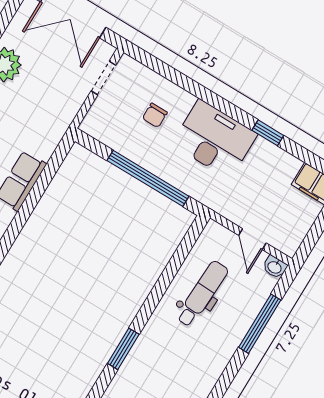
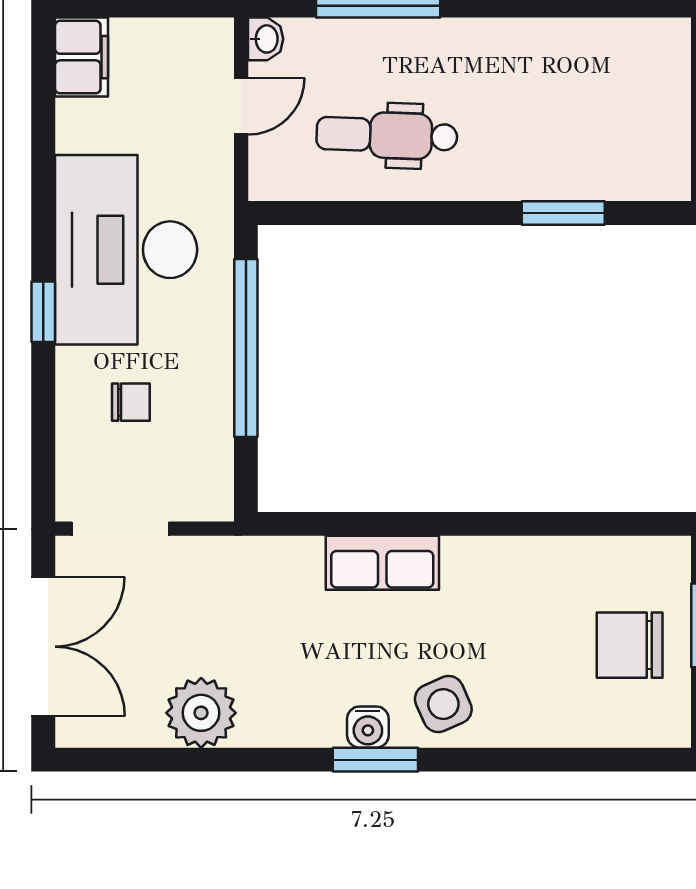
doorway: (103, 78) -> (120, 529), width x1.38
window: (268, 133) -> (43, 312), moved
desk: (214, 139) -> (126, 250), width x1.36, depth x1.30

